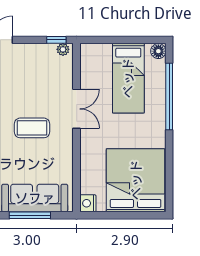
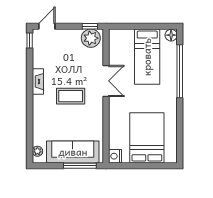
plant: (63, 49) -> (91, 38), width x1.88, depth x1.88
bed: (136, 180) -> (147, 138), width x0.73
window: (30, 215) -> (80, 166), moved

